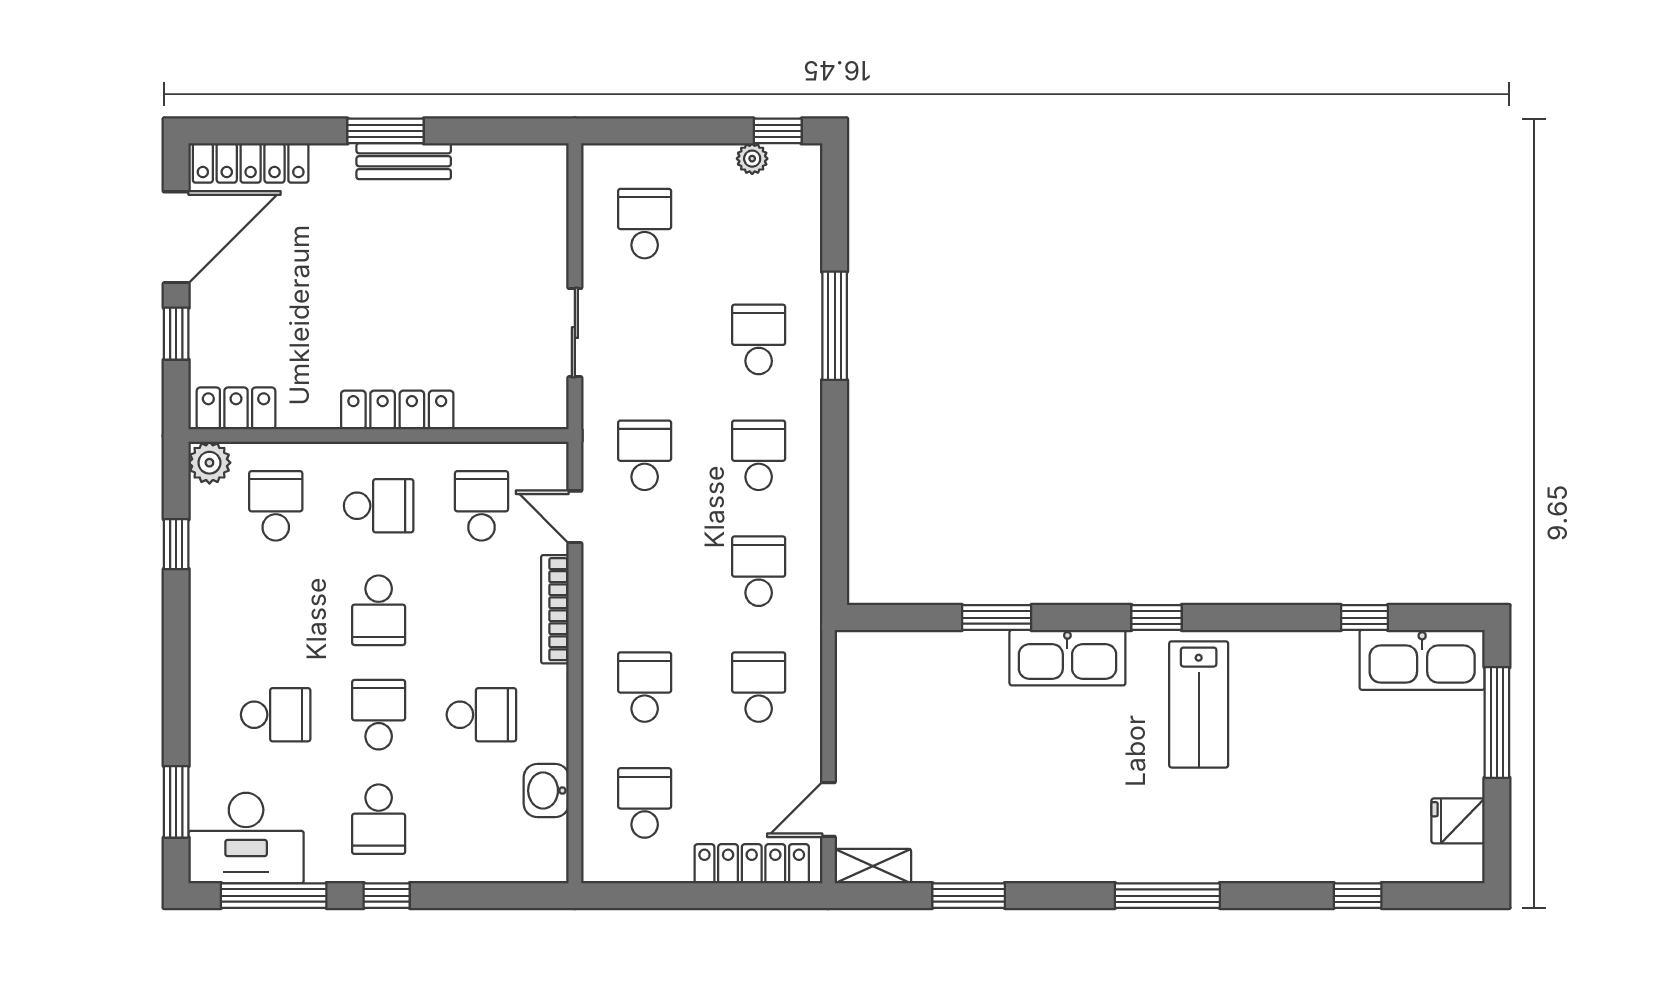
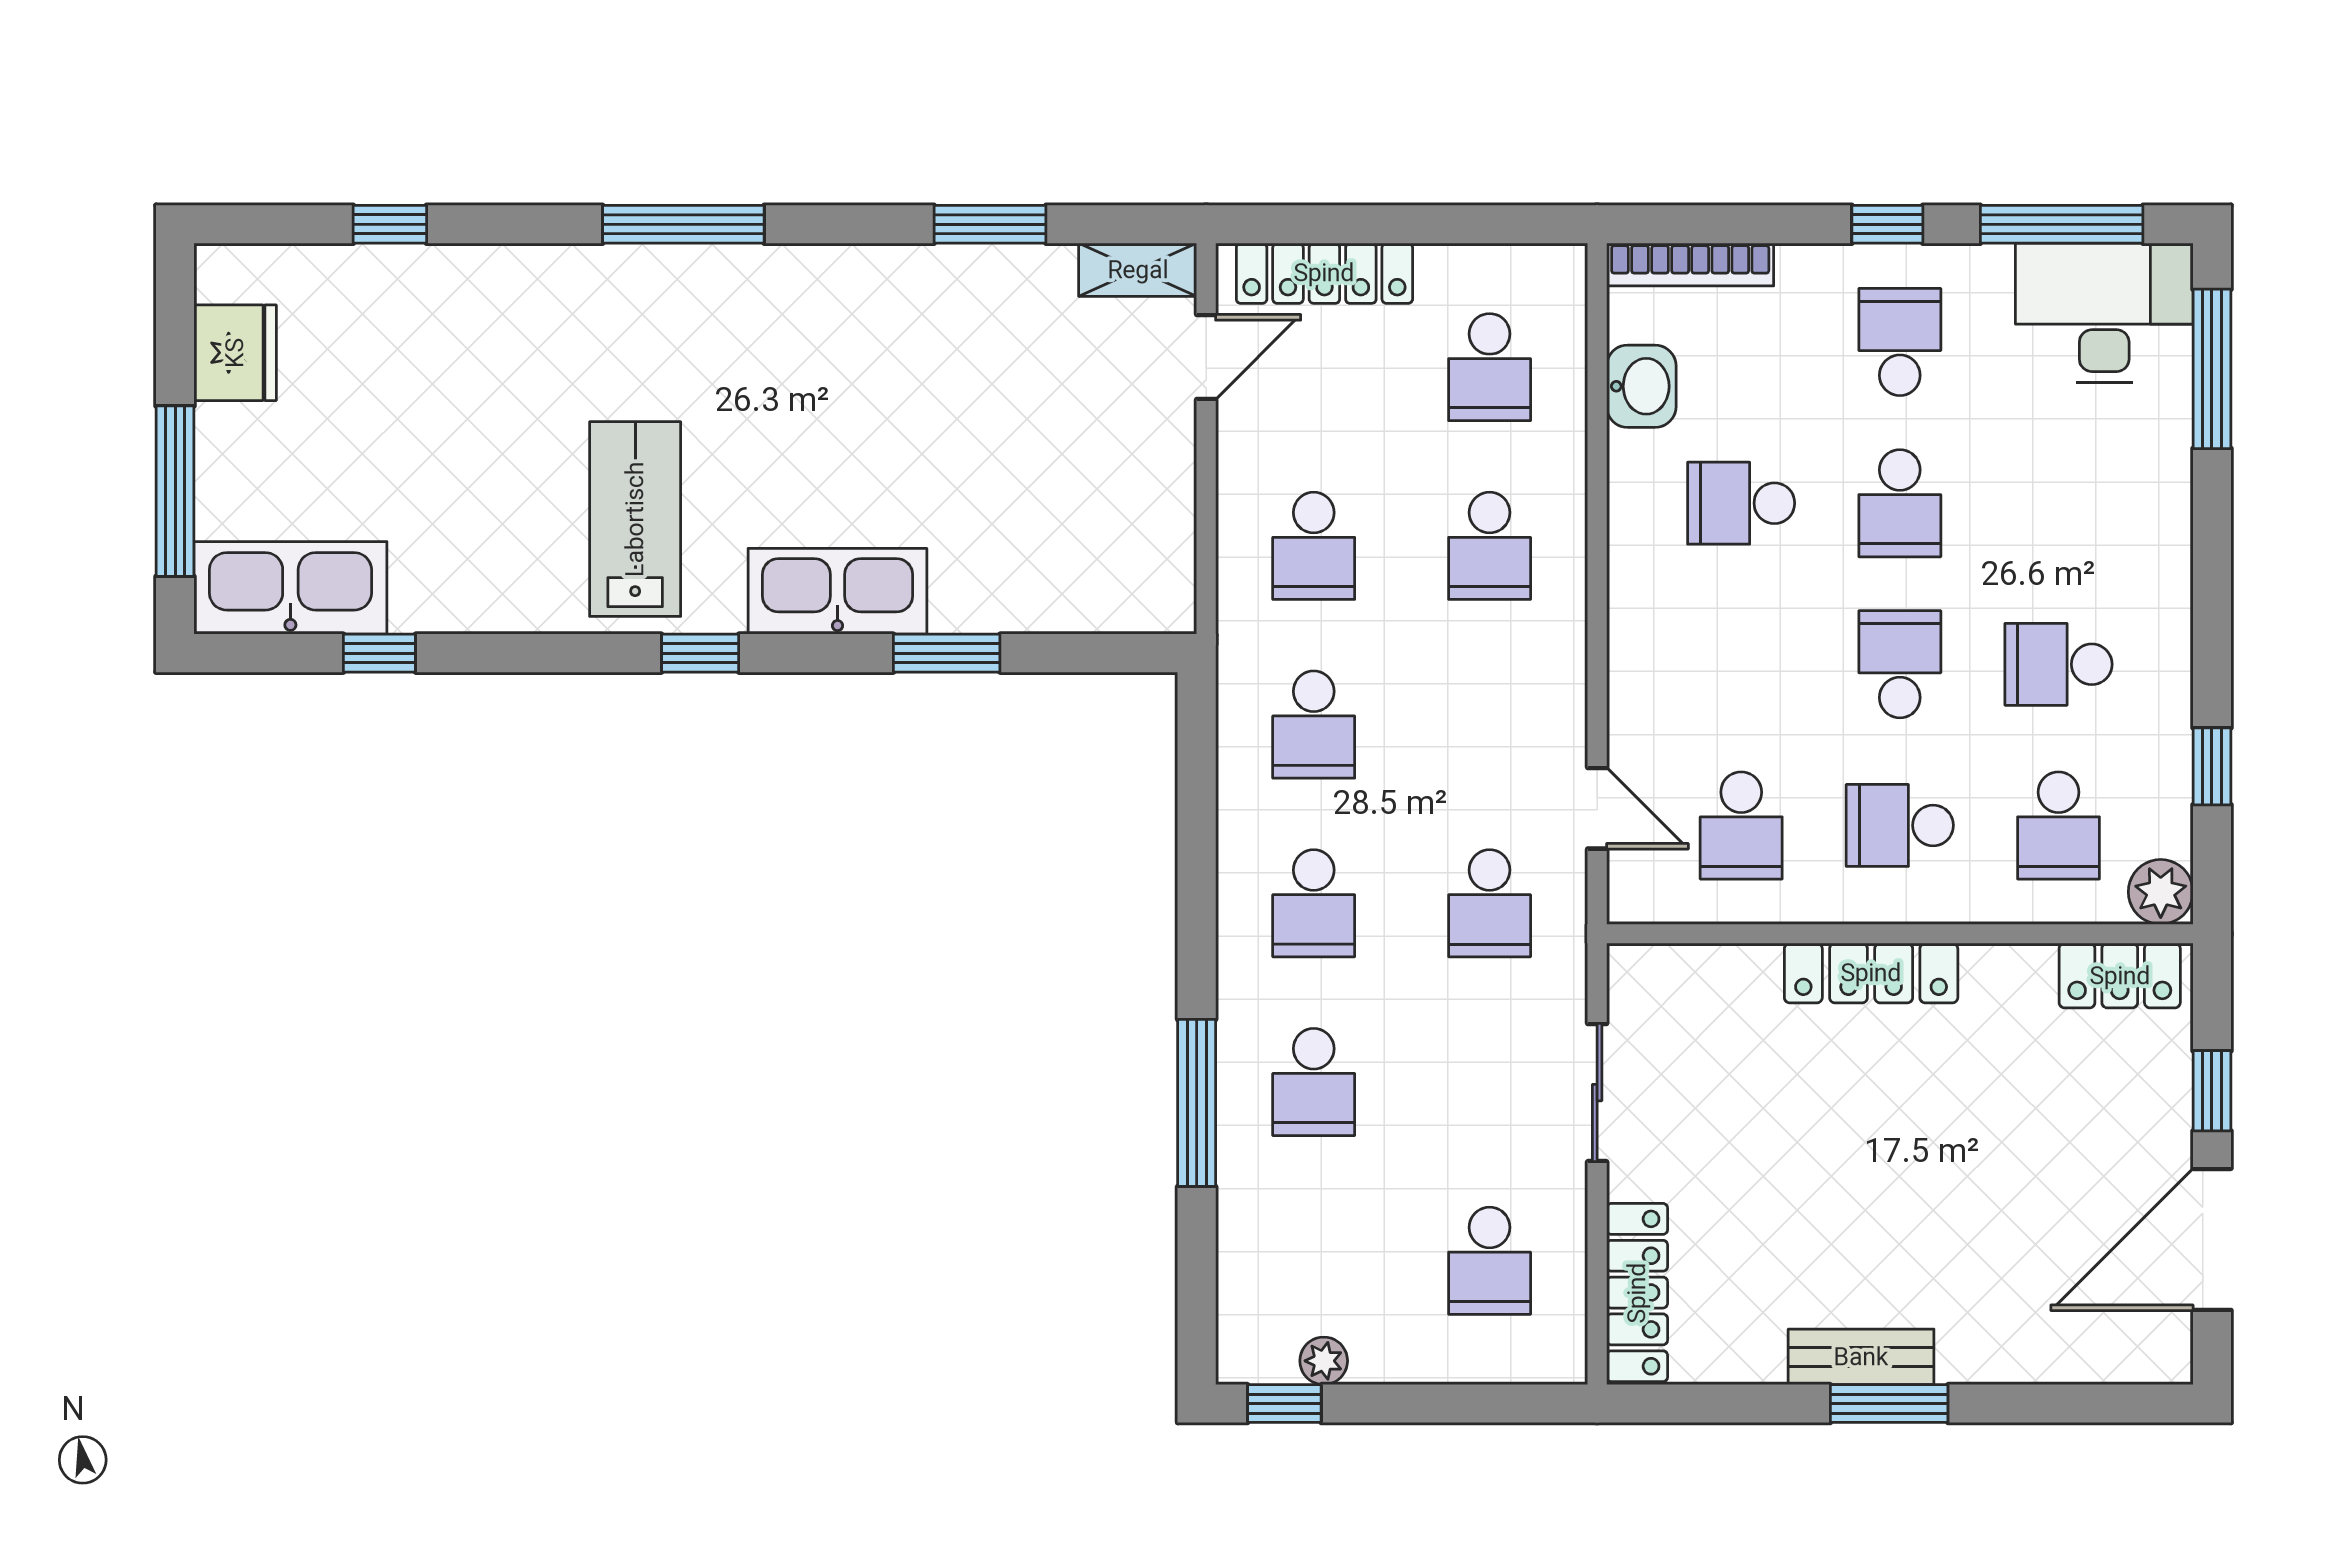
locker: (251, 163) -> (1637, 1293), moved, turned 90
bookcase: (555, 609) -> (1690, 265), moved, turned 90
school desk: (276, 715) -> (2058, 664), moved
window: (176, 802) -> (2212, 369), width x1.44
fridge: (1458, 821) -> (235, 353), width x1.38

